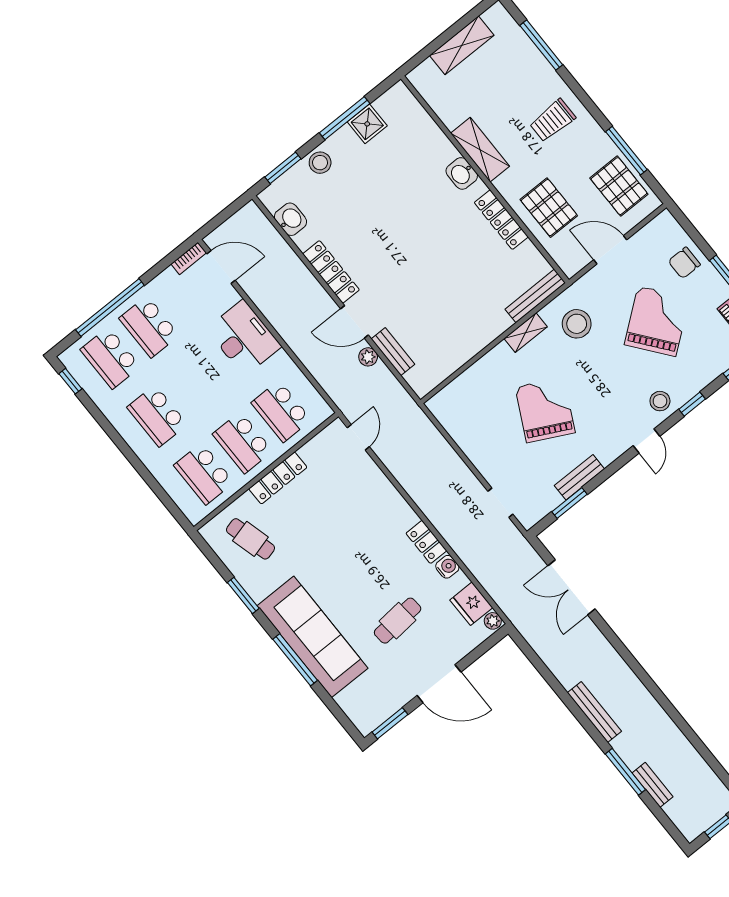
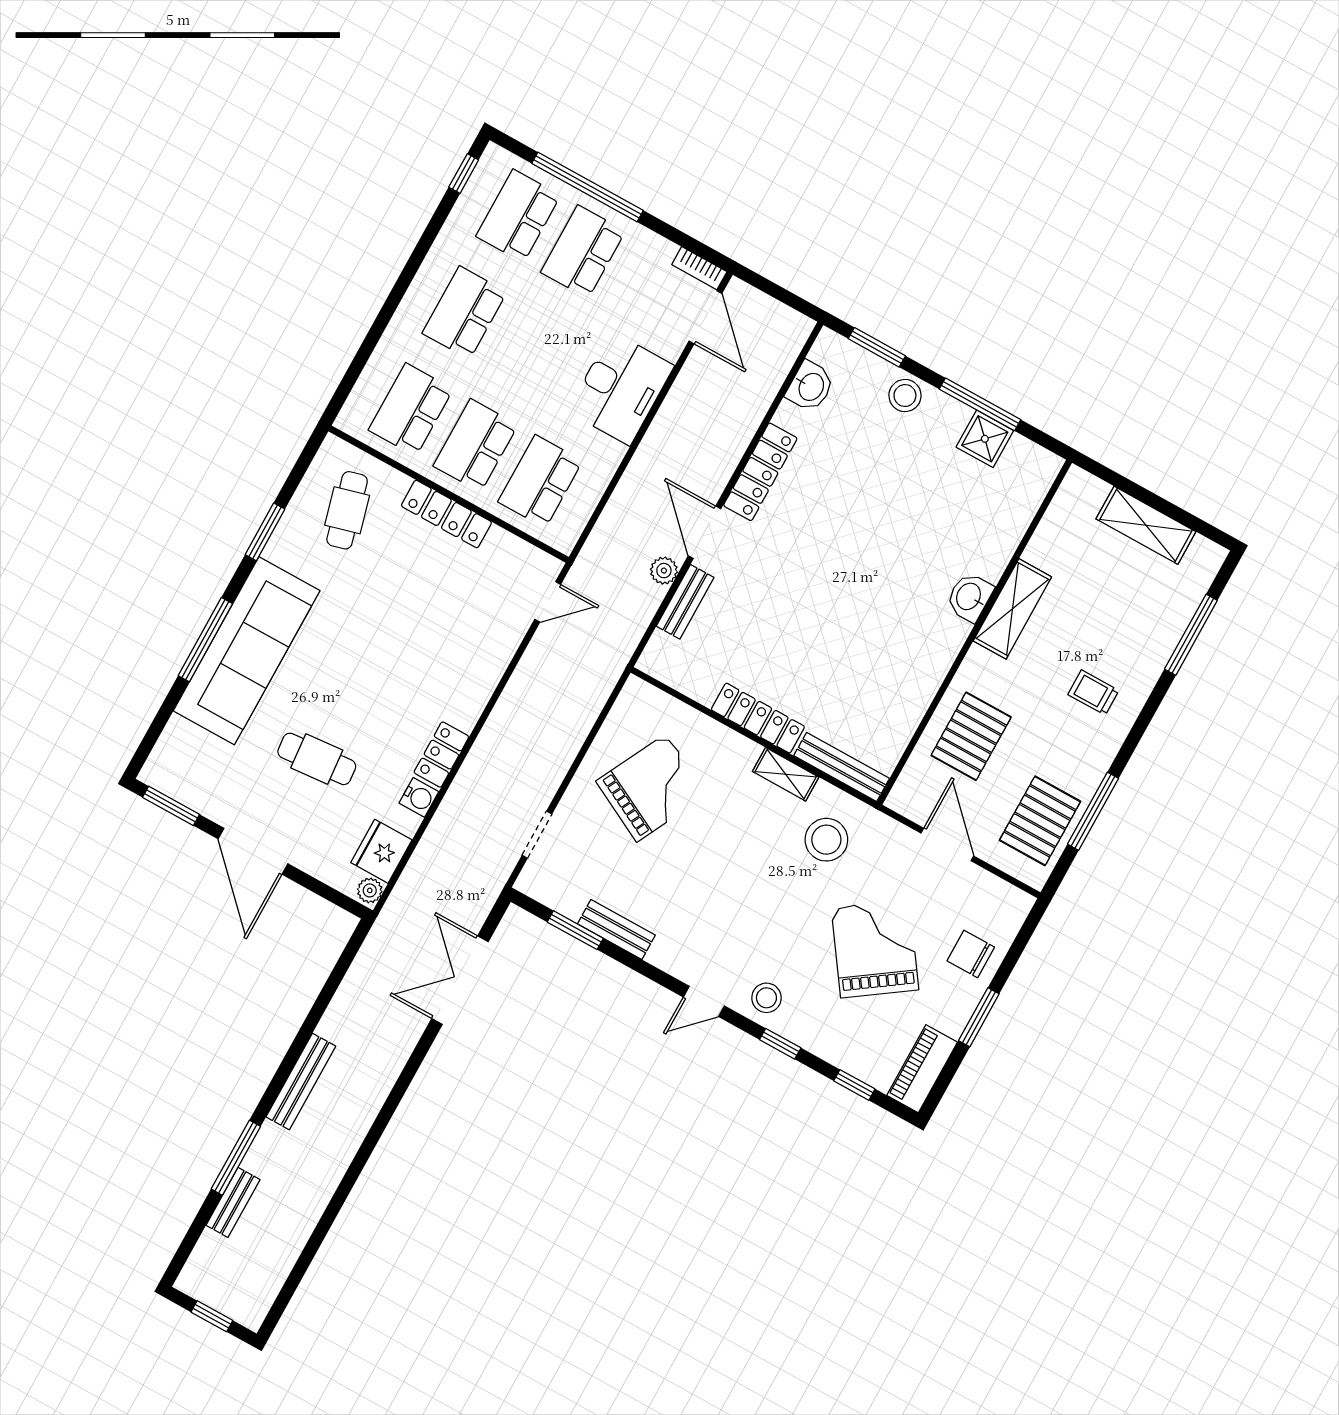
trolley: (553, 120) -> (1093, 693), width x0.73, depth x0.72
locker: (501, 220) -> (758, 718), moved, turned 90
grand piano: (657, 321) -> (875, 949), turned -87
grand piano: (545, 410) -> (651, 788), moved

